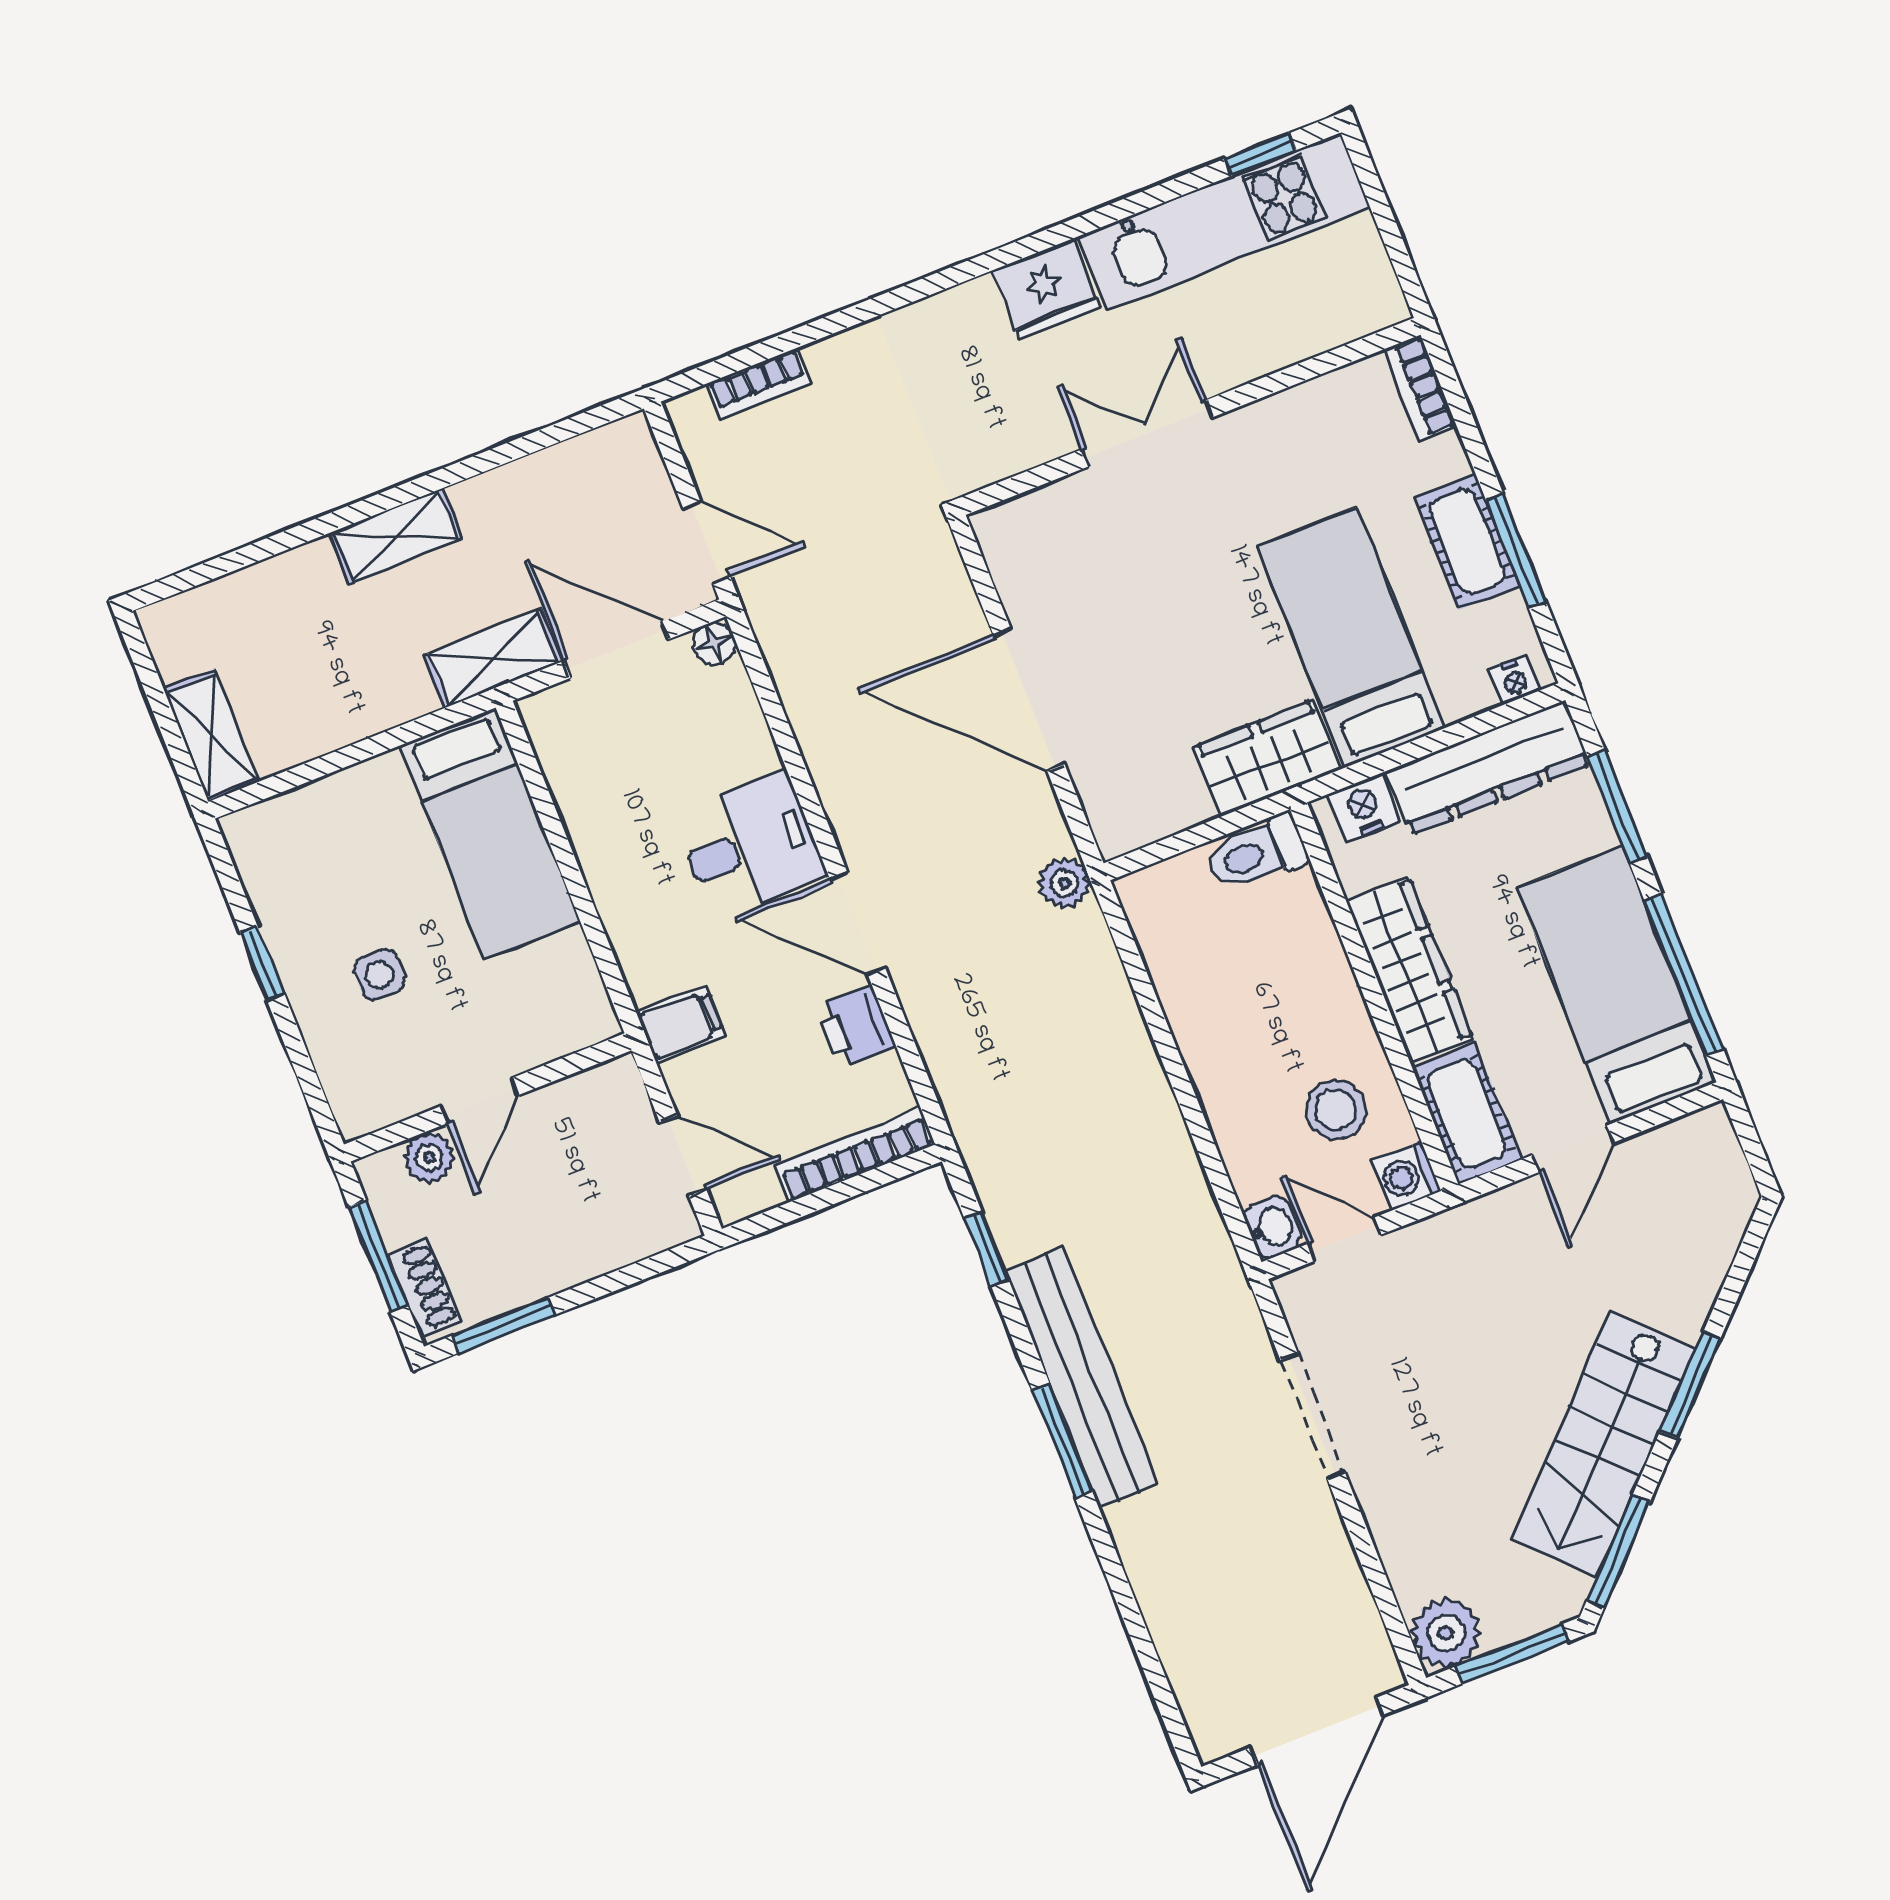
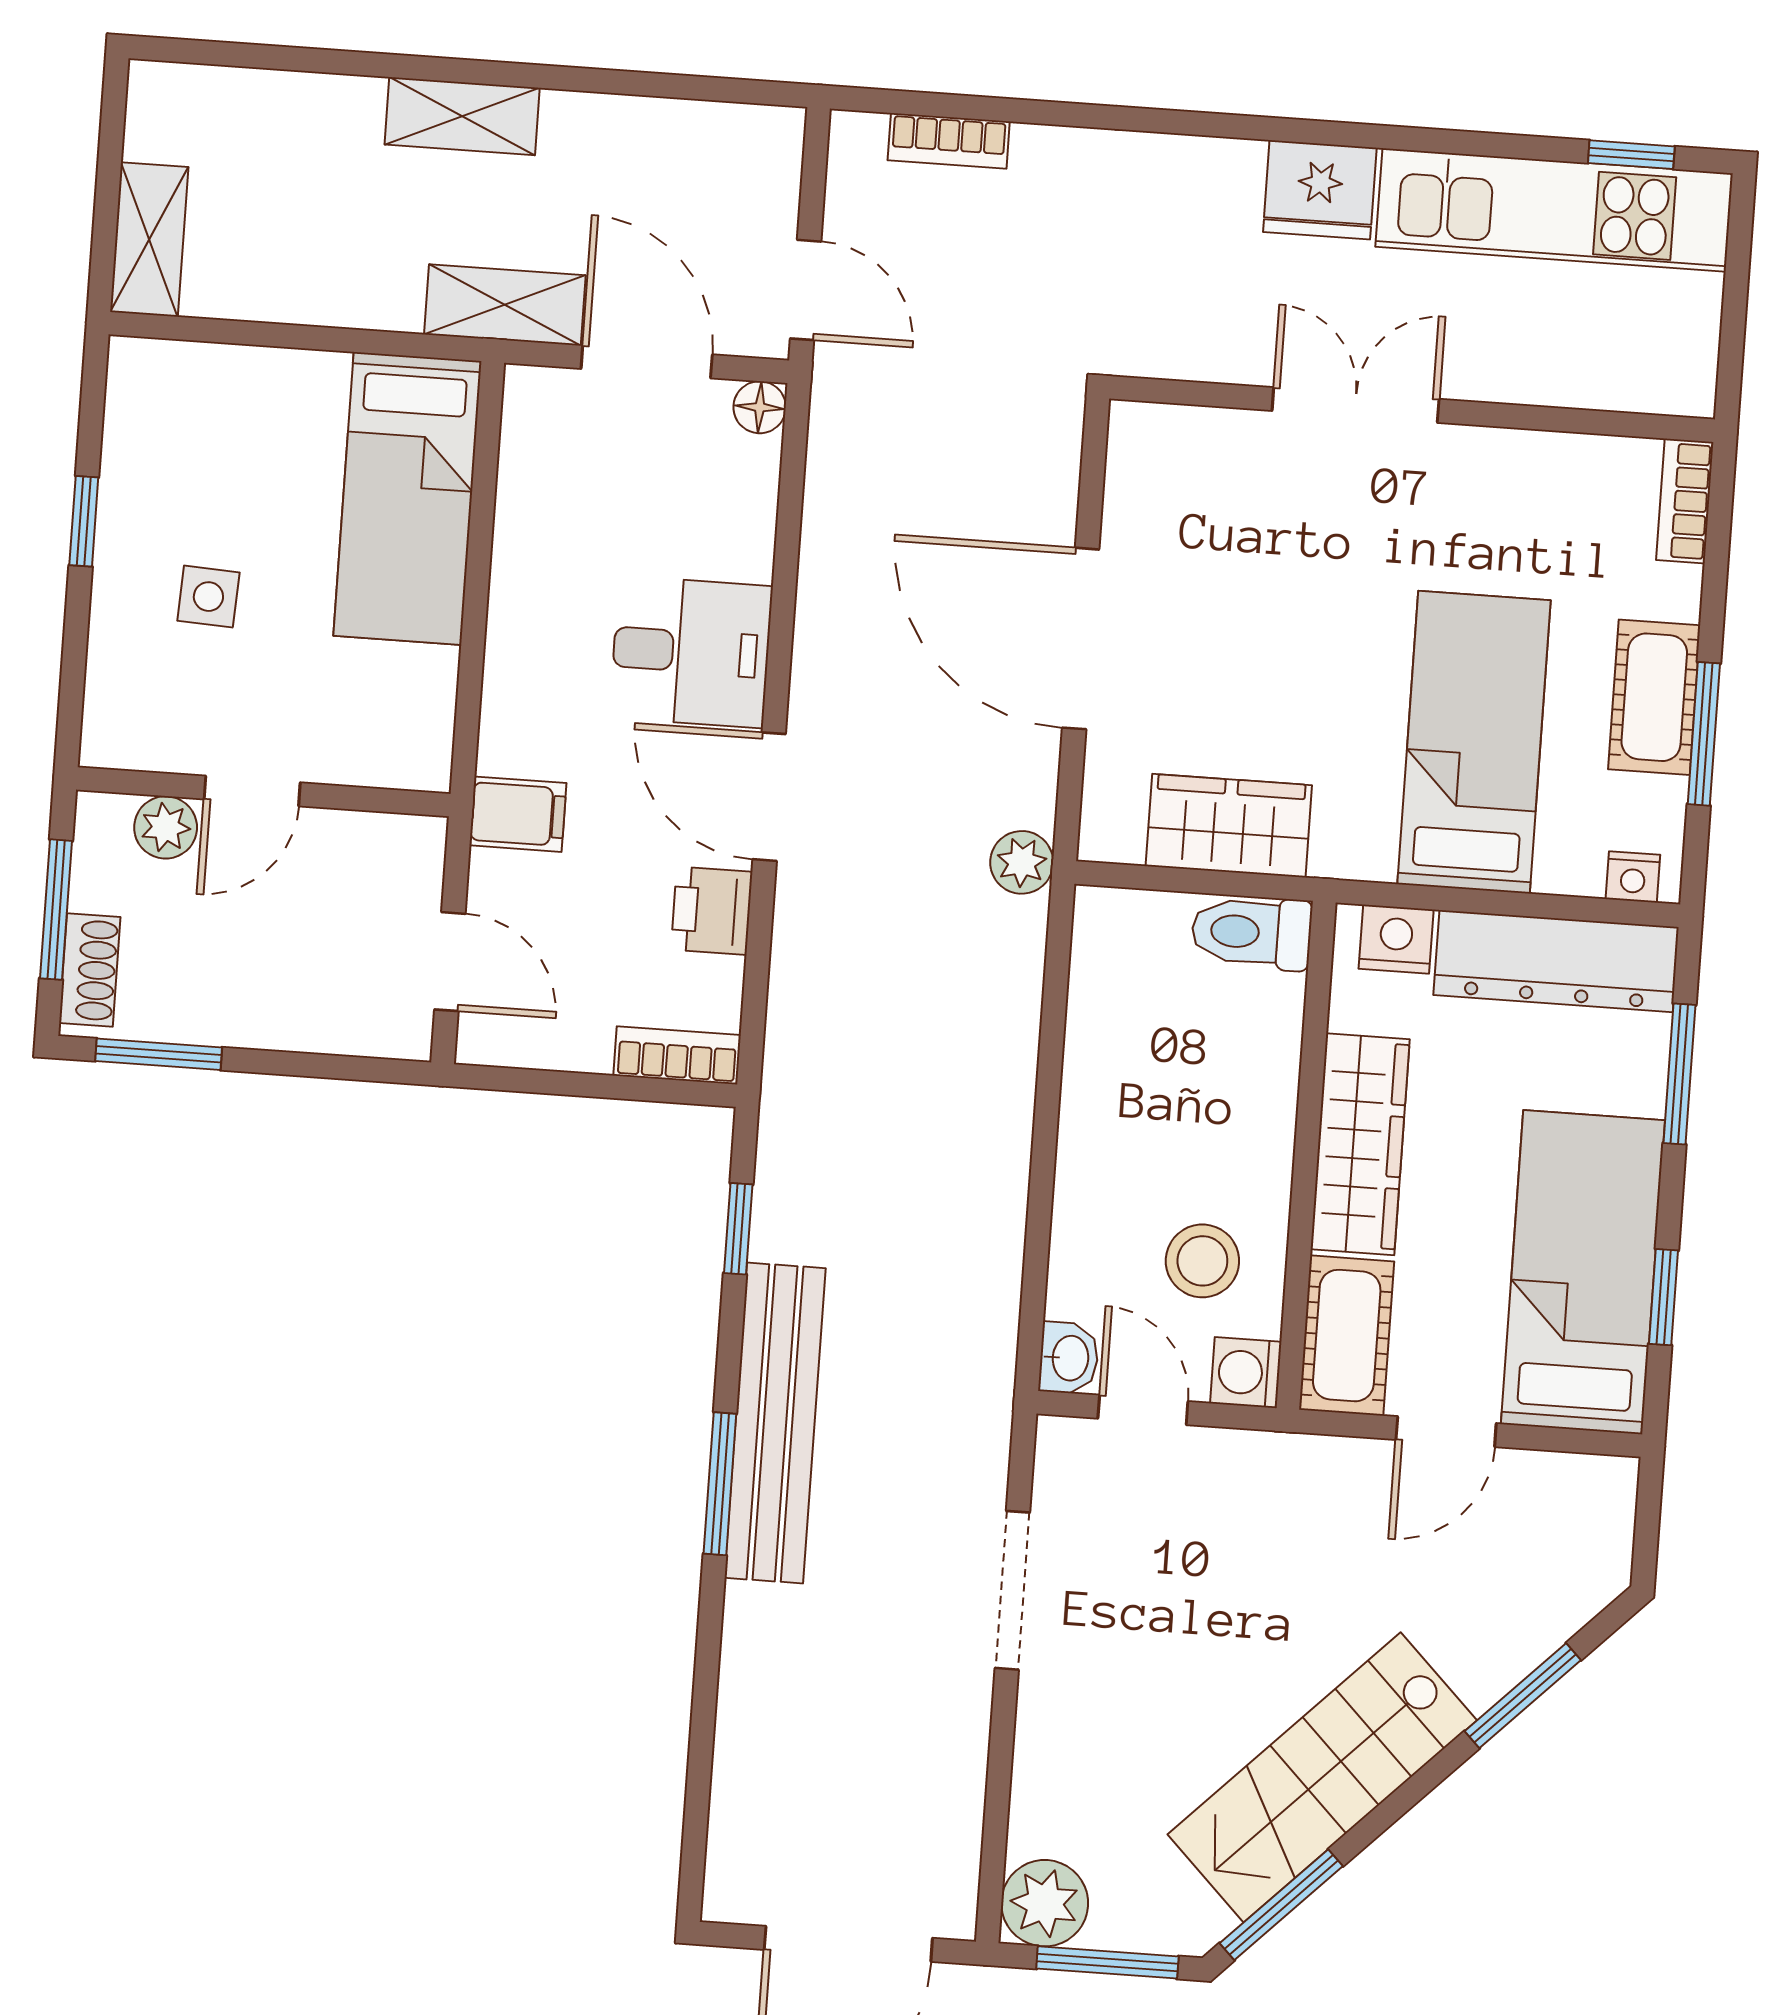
wardrobe: (1267, 758) -> (1229, 826), moved
window: (1684, 975) -> (1663, 1297), width x0.46
bookcase: (855, 1155) -> (677, 1055), width x0.64
window: (1690, 1385) -> (1523, 1696), moved

